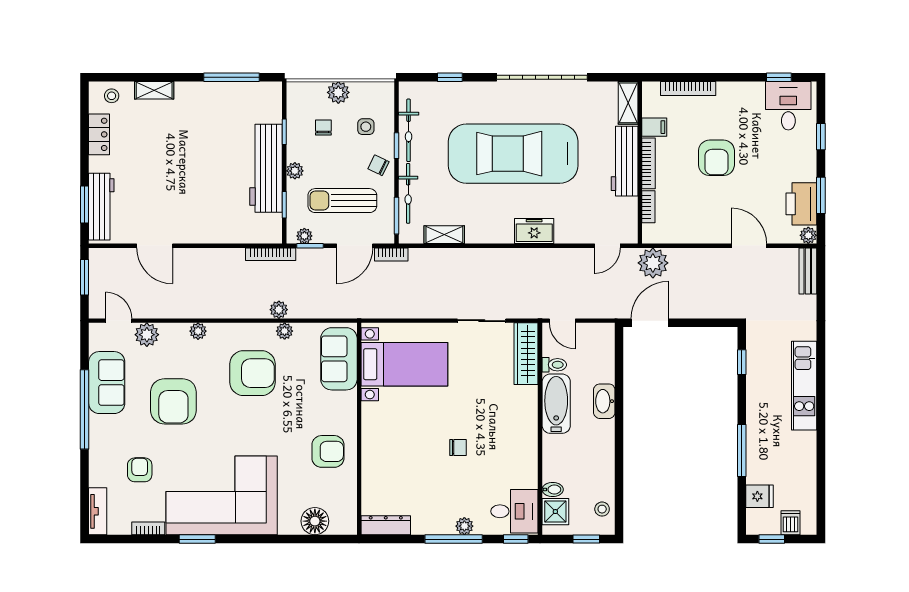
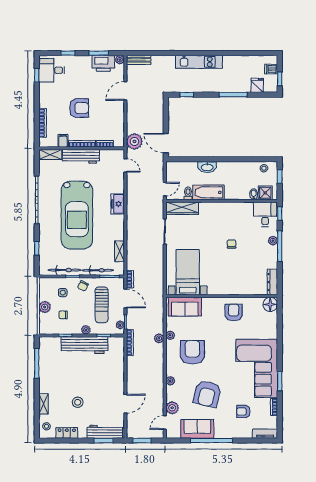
stool: (157, 155) -> (78, 402), added
armchair: (173, 401) -> (207, 394), turned 104
floor lamp: (315, 521) -> (270, 304), moved

